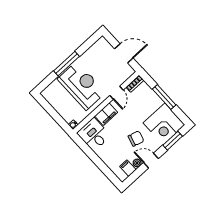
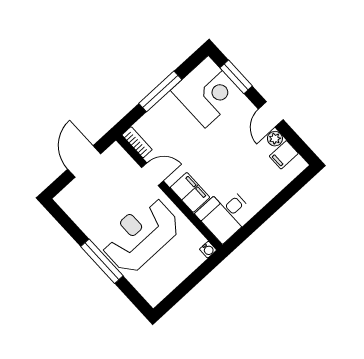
chair: (136, 139) -> (232, 140), removed

